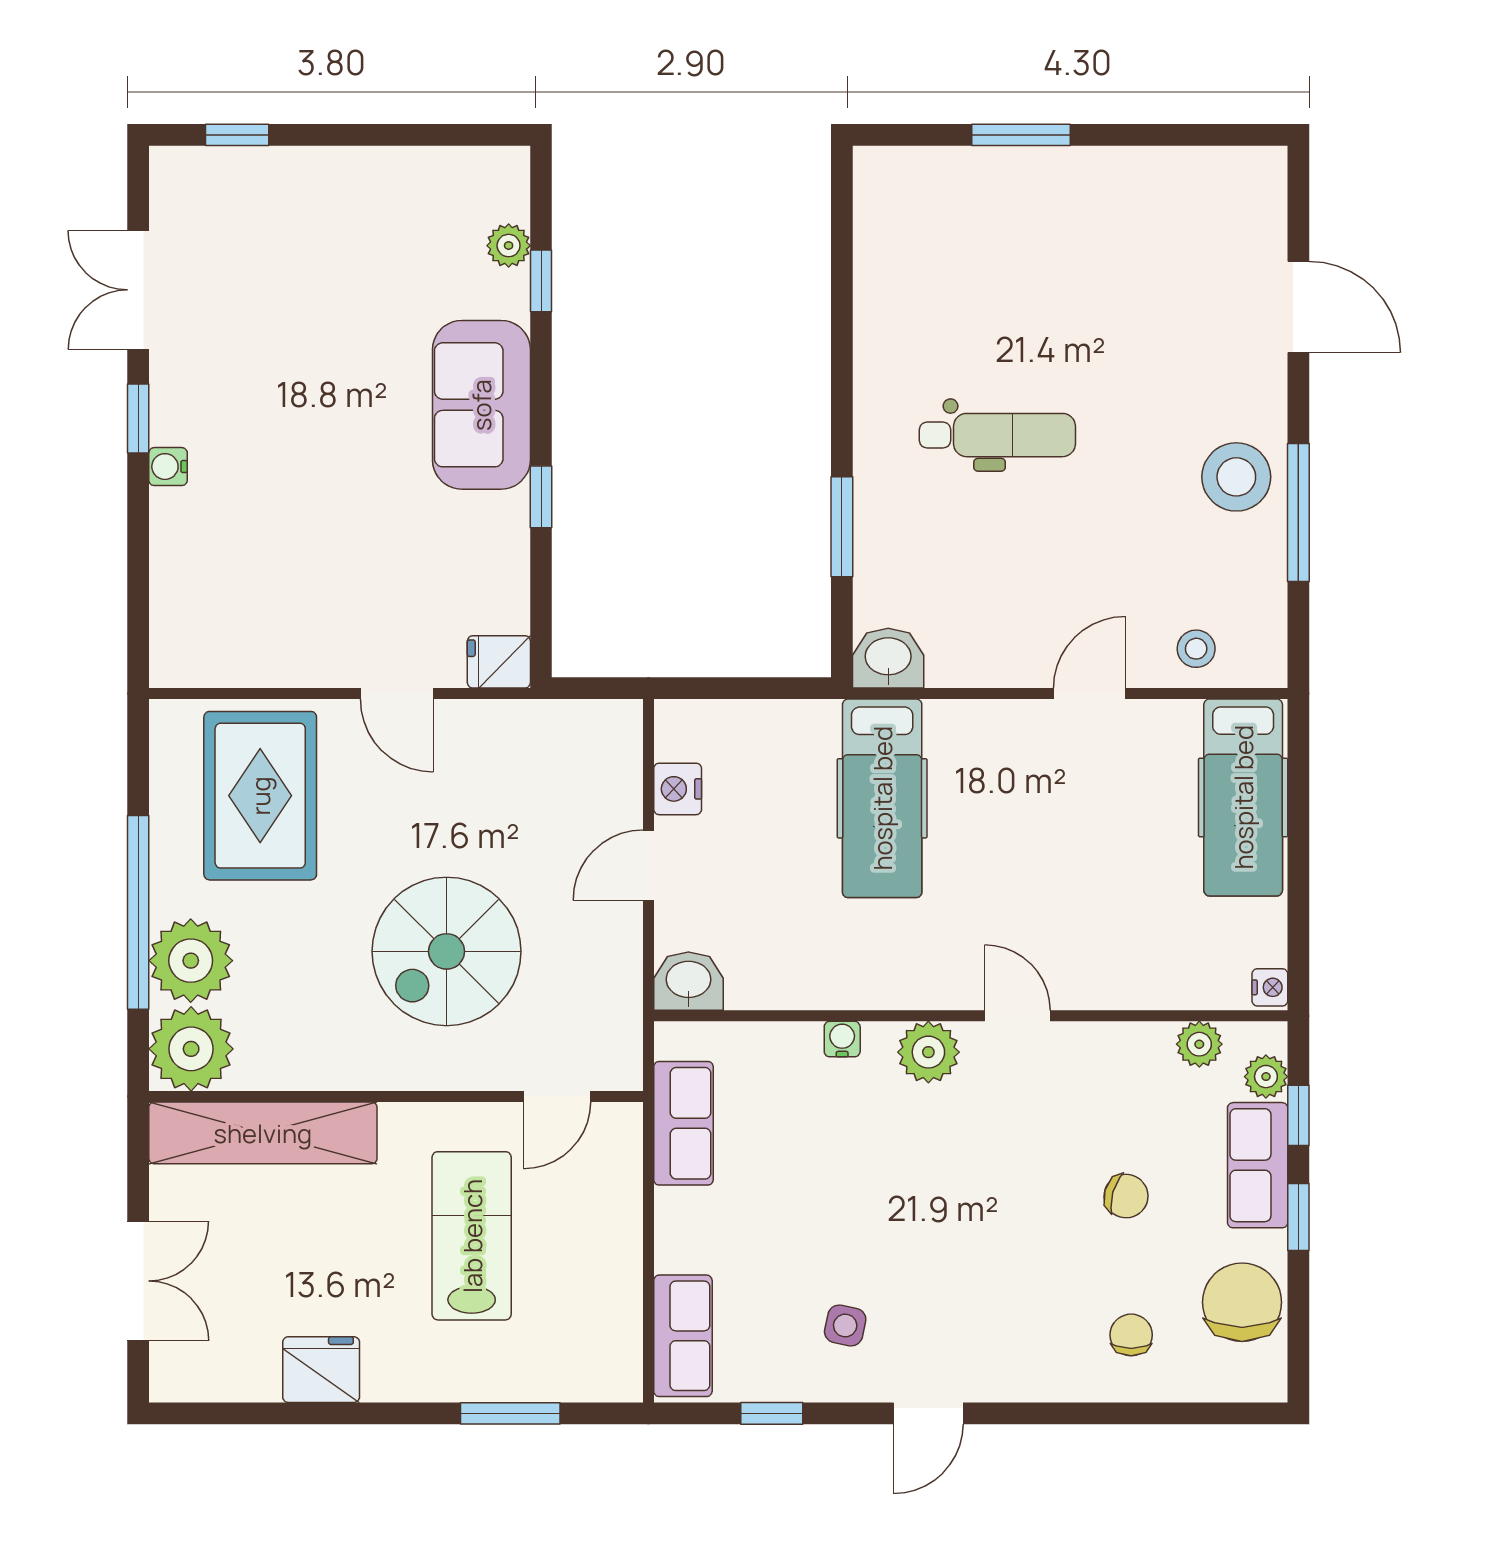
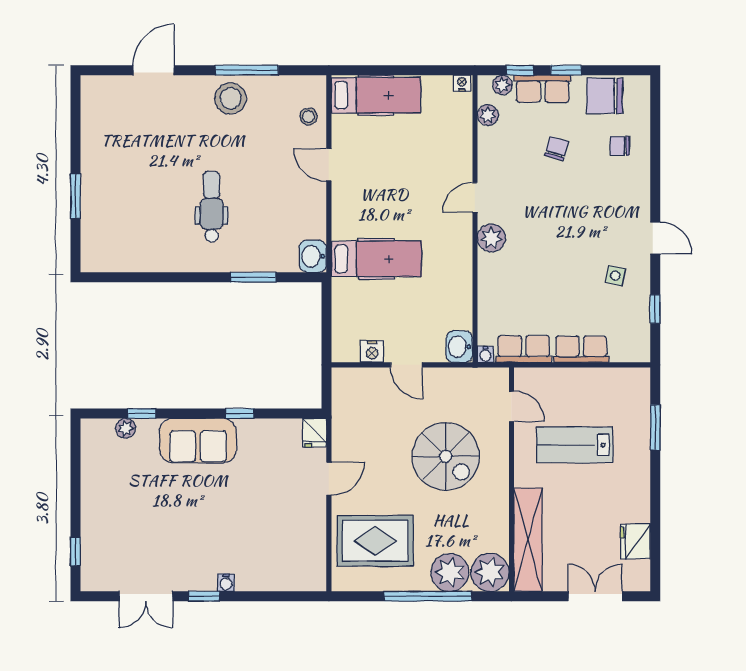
water cooler: (842, 1039) -> (485, 354), moved, turned -90
row of seats: (683, 1336) -> (581, 349), moved
fridge: (321, 1370) -> (635, 542), moved

